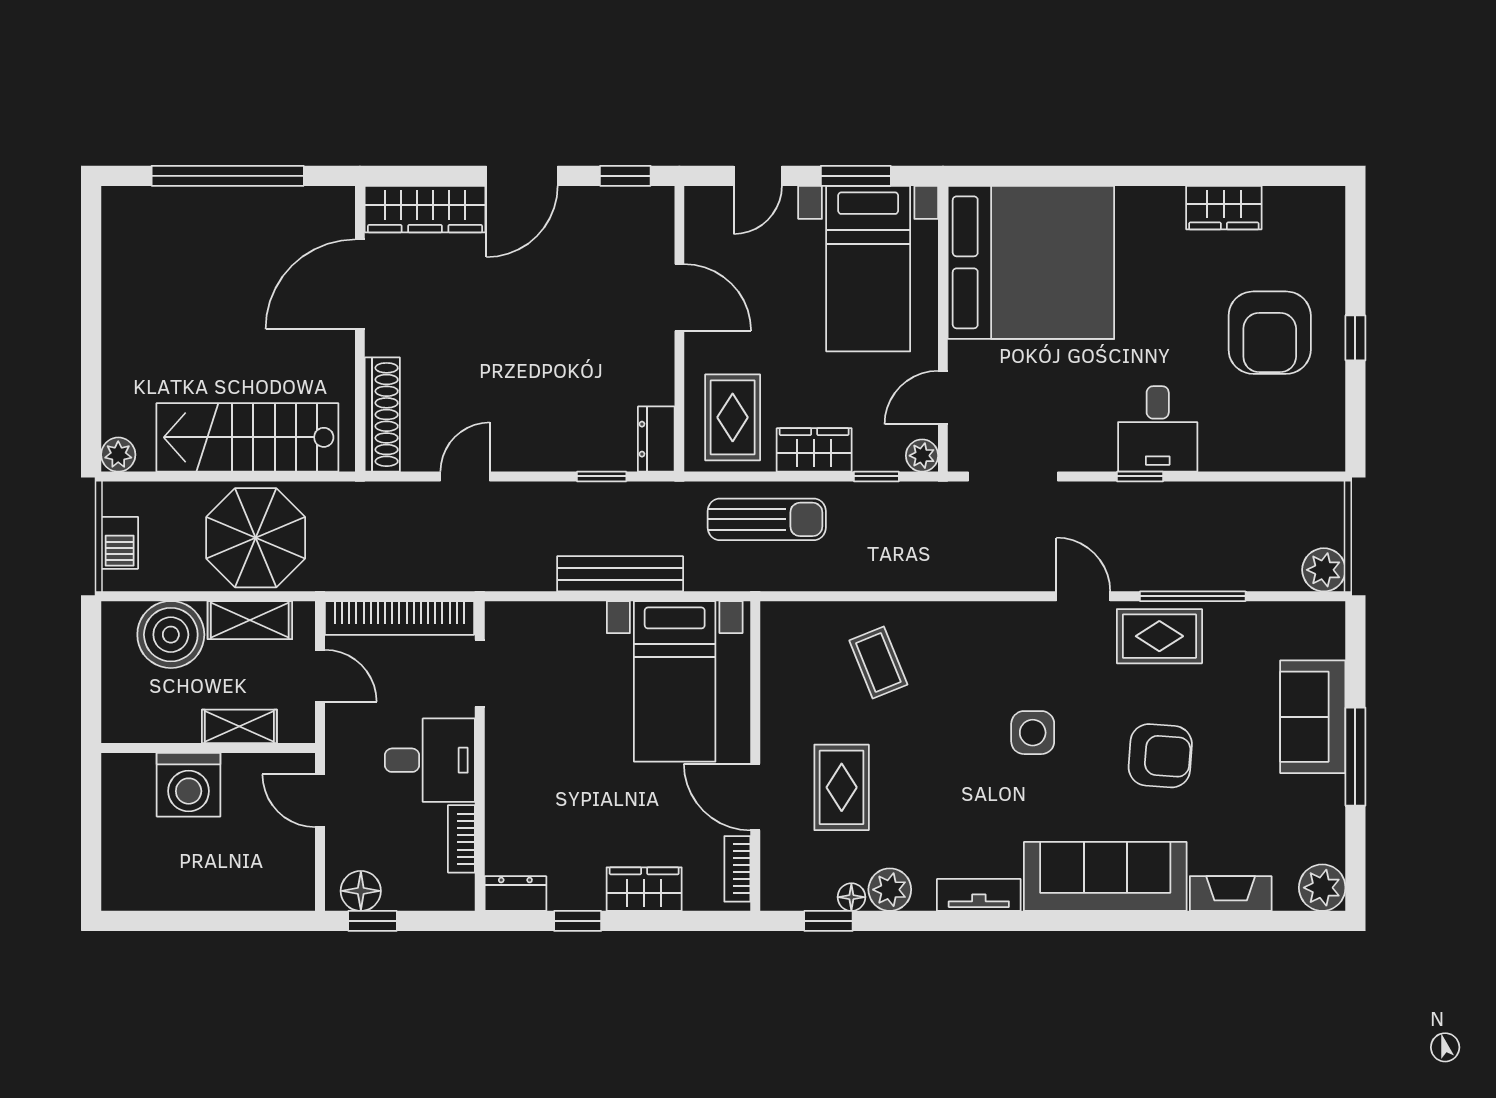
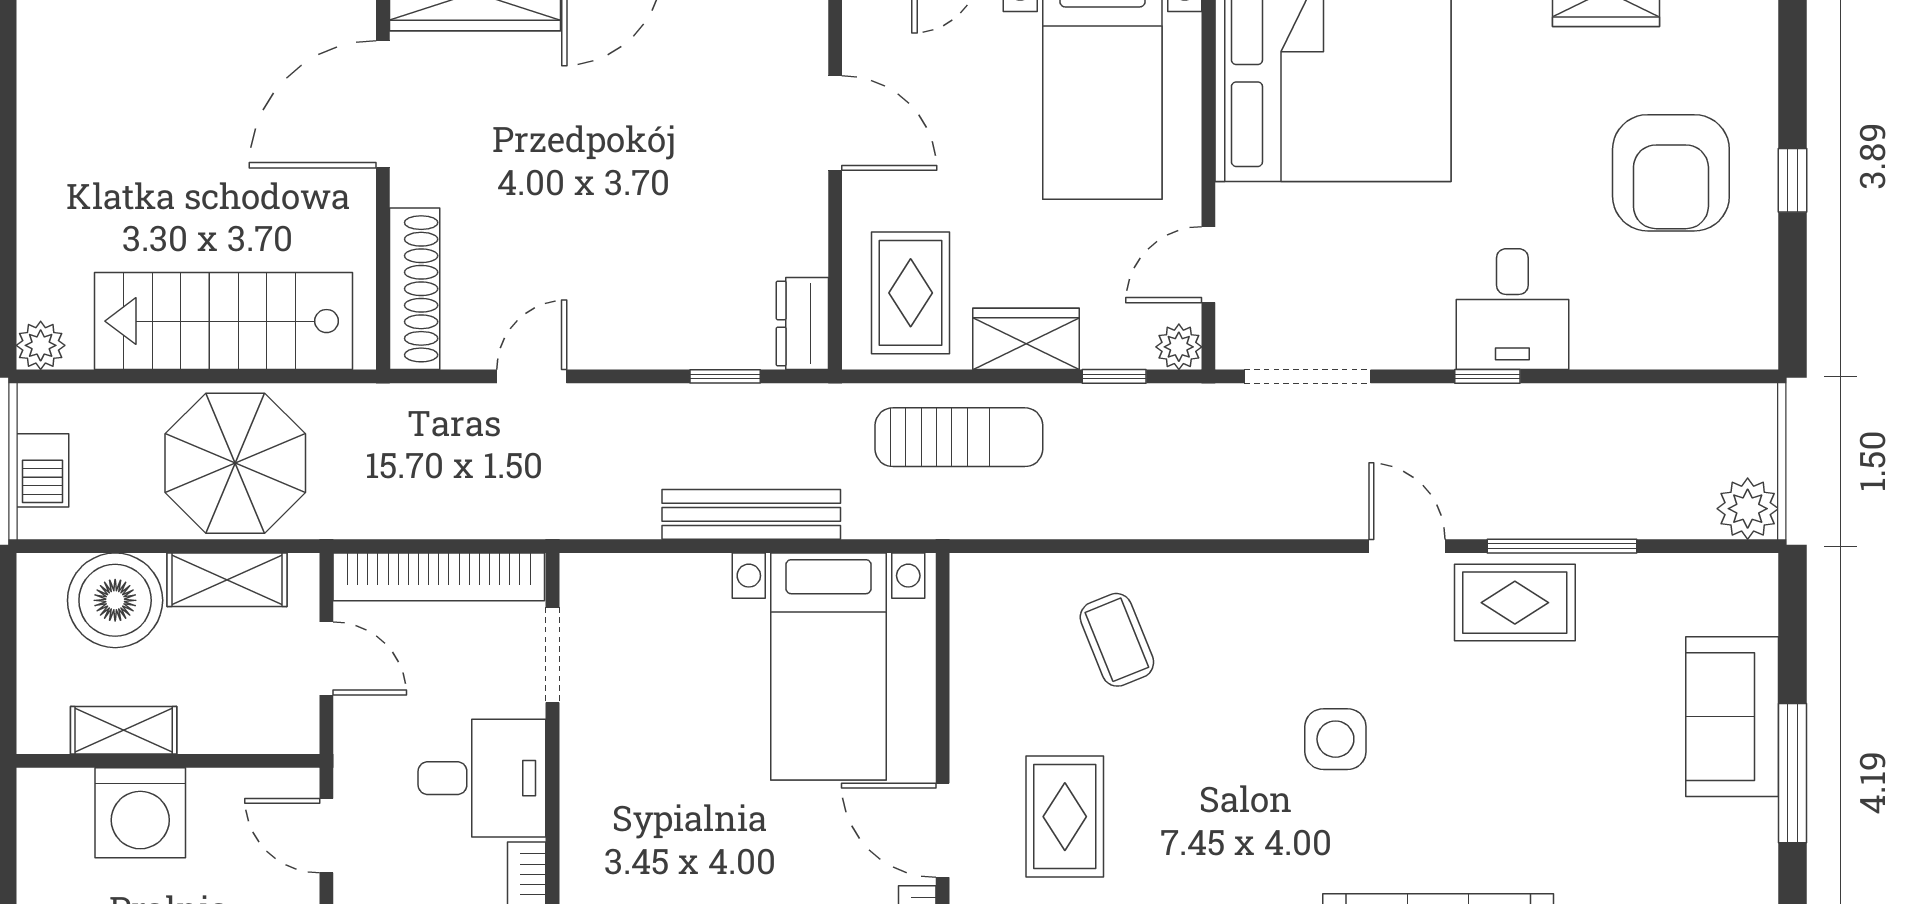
shelving: (239, 726) -> (124, 730), moved
armchair: (1160, 756) -> (1516, 772), removed

